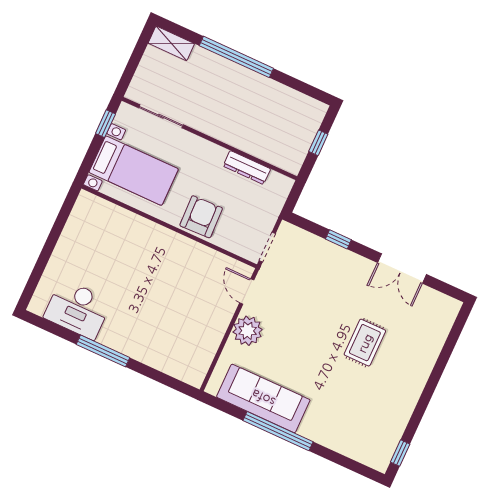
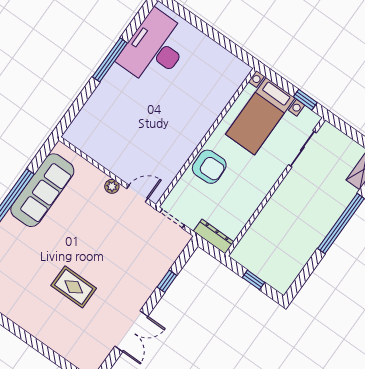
dresser: (247, 168) -> (214, 236), moved, turned 90
double door: (402, 269) -> (131, 331), swing flipped
desk: (78, 309) -> (155, 48), width x1.36, depth x1.30
plant: (248, 331) -> (112, 186), width x0.53, depth x0.53

